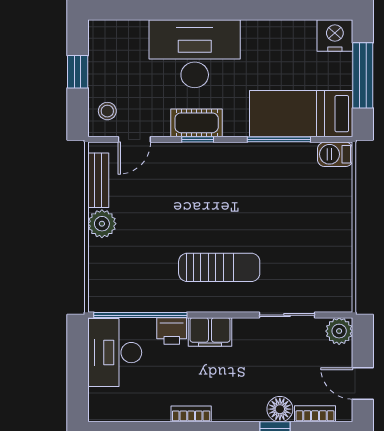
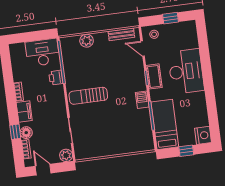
window: (363, 75) -> (186, 151), width x0.46
barbecue: (335, 154) -> (142, 100), moved
plant: (102, 224) -> (87, 41), moved
sun lounger: (219, 267) -> (88, 96), turned 90
filing cabinet: (210, 332) -> (24, 112), moved, turned 180
door: (363, 383) -> (43, 170), hinge flipped

